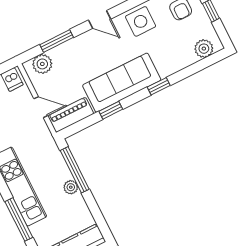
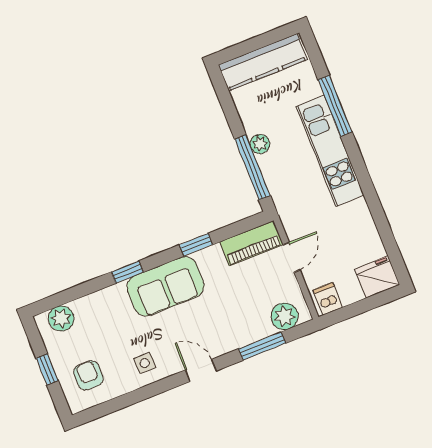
side table: (141, 21) -> (145, 363), width x0.54, depth x0.54
sofa: (122, 83) -> (165, 286), width x0.73
door: (41, 107) -> (292, 257), swing flipped

